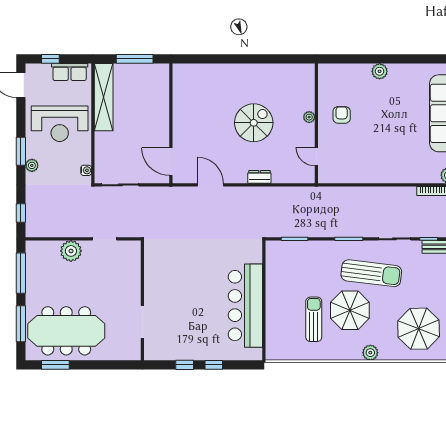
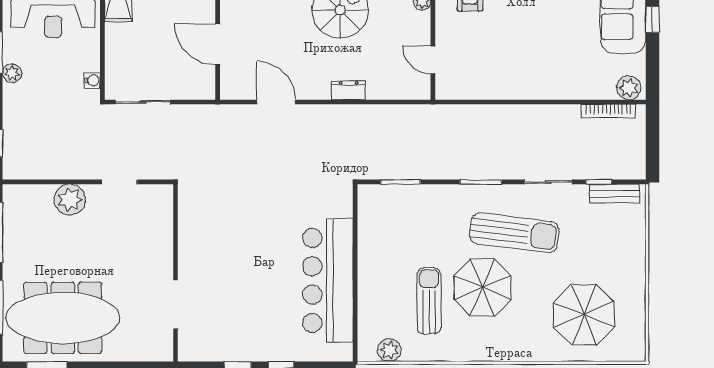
door: (171, 162) -> (218, 44), moved
plant: (370, 353) -> (389, 350), moved

